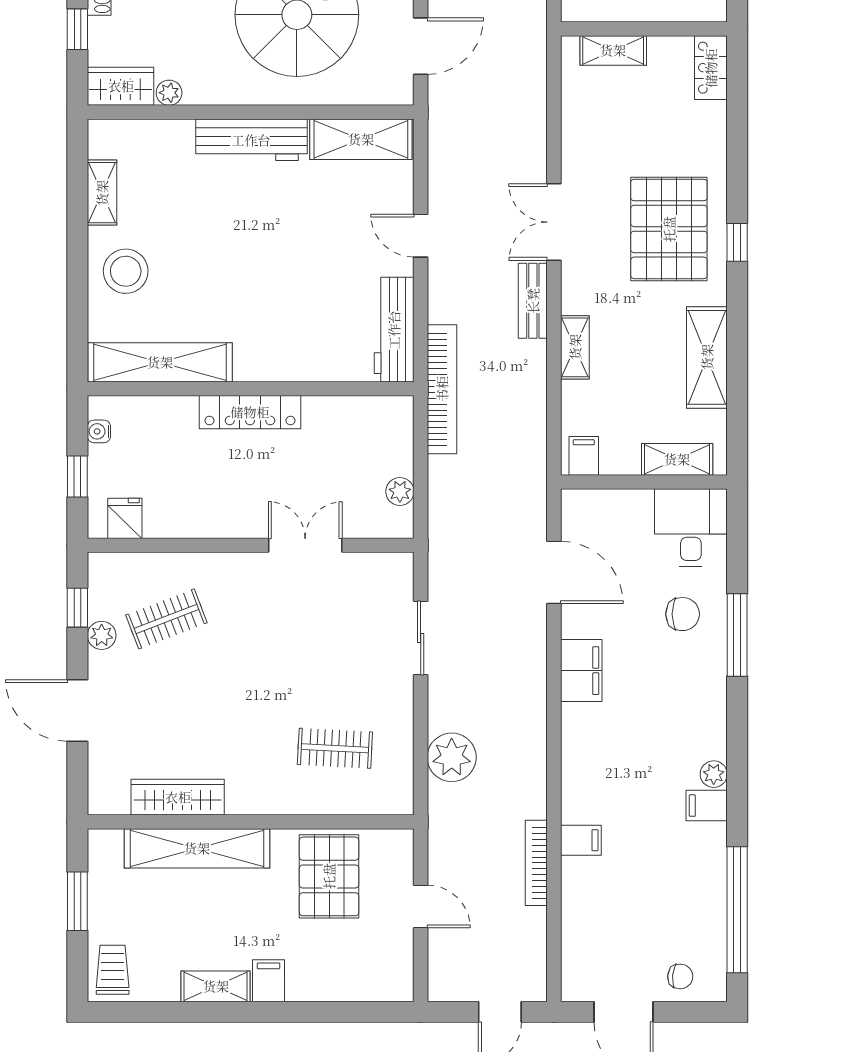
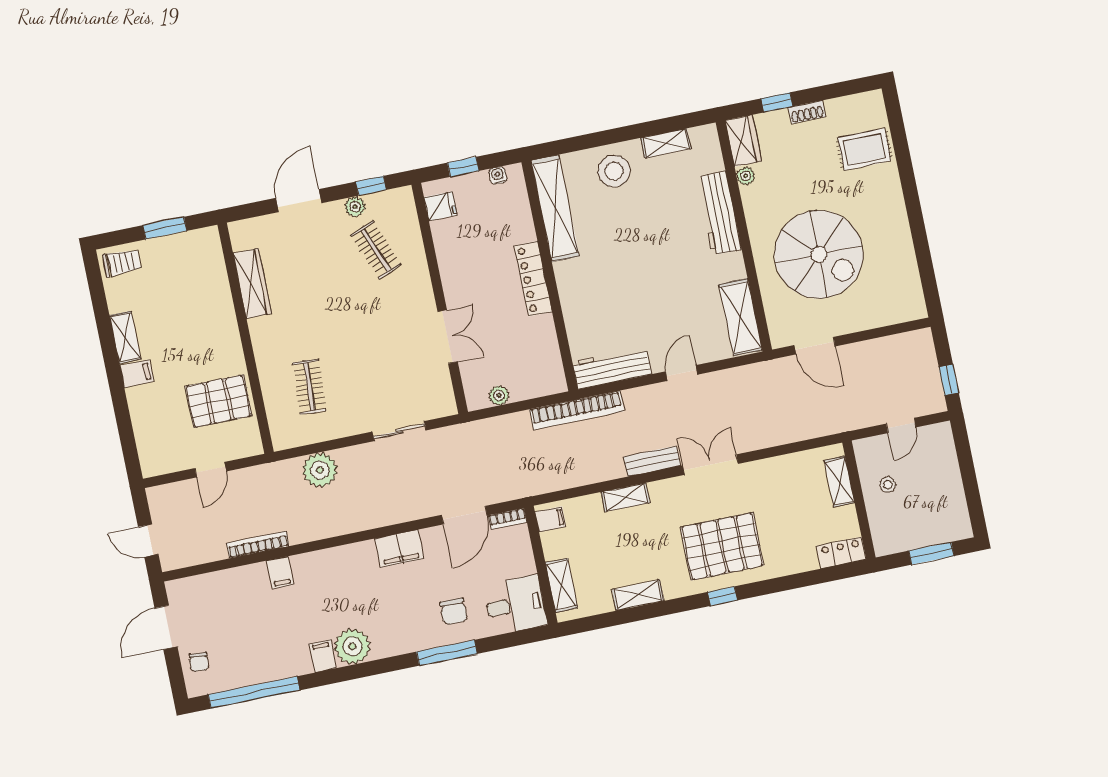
workbench: (251, 140) -> (719, 213), moved
shelving: (707, 357) -> (638, 595), width x0.67, depth x0.75
bookcase: (571, 514) -> (508, 519), added
plant: (714, 774) -> (352, 646), width x1.88, depth x1.88
shelving: (197, 848) -> (219, 304), removed

